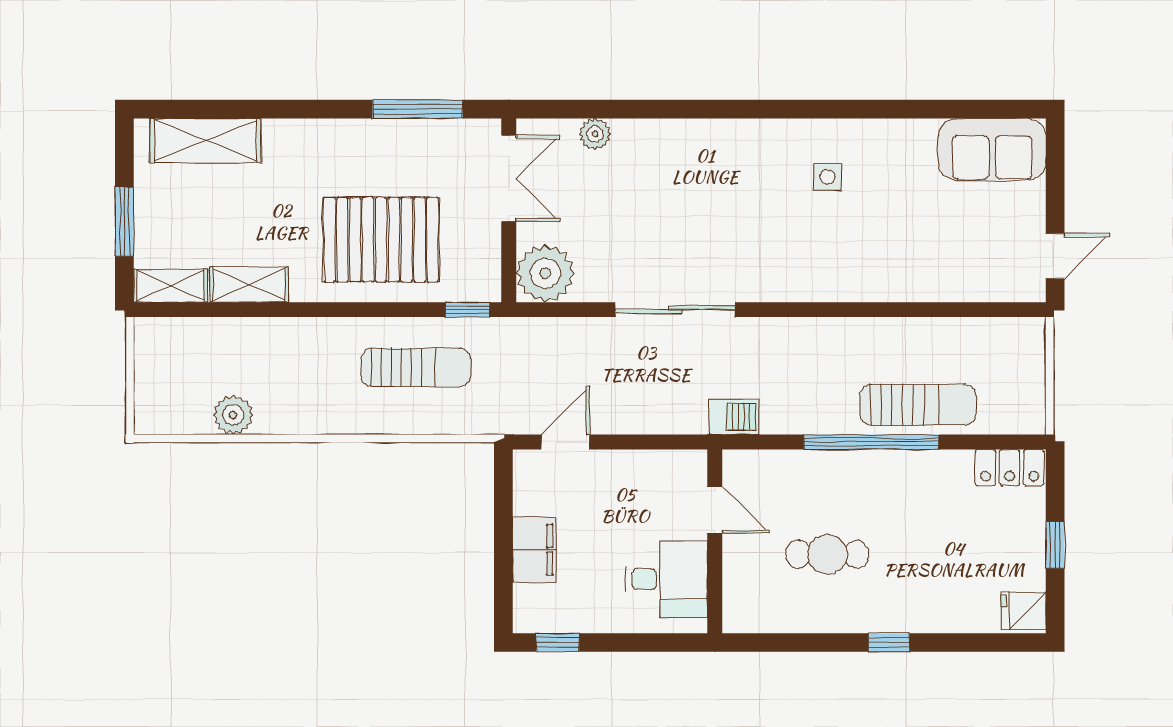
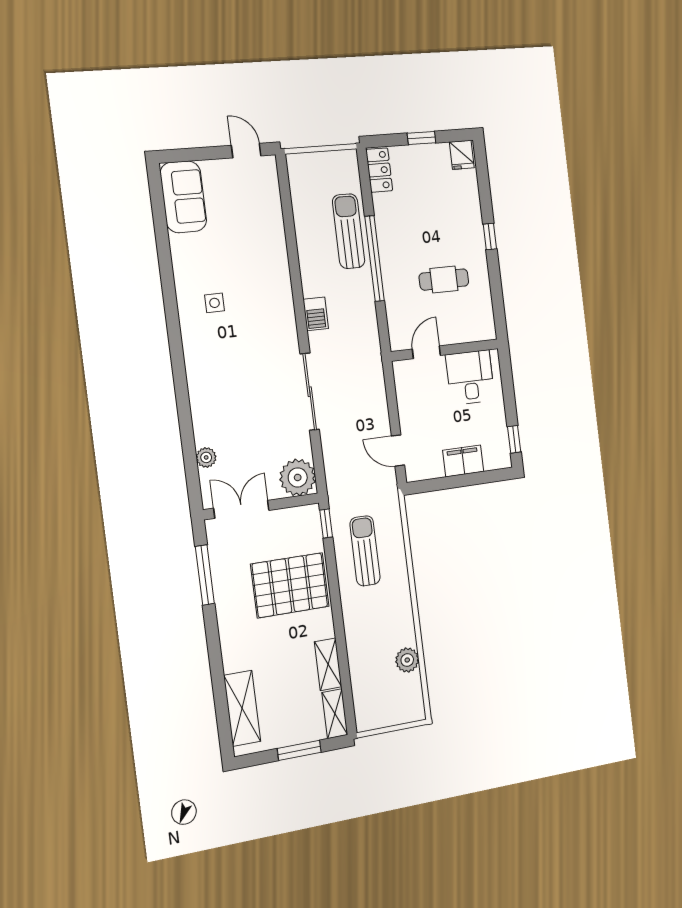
pallet: (381, 240) -> (290, 585), turned 90
barbecue: (734, 417) -> (316, 314), moved, turned 180
cafe table: (827, 554) -> (444, 280), turned 90

